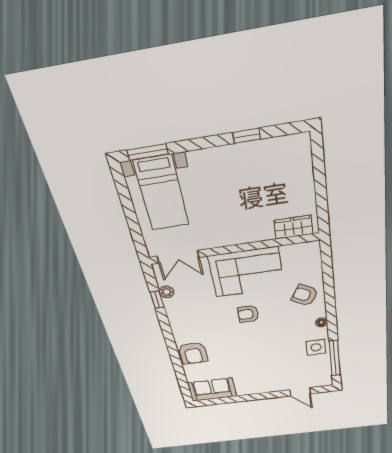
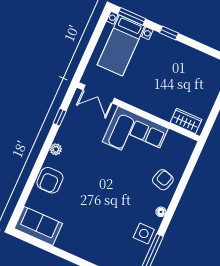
window: (247, 136) -> (169, 33), moved
plant: (167, 292) -> (56, 149), moved
armchair: (305, 295) -> (163, 180), turned 78
armchair: (248, 314) -> (114, 171), removed

